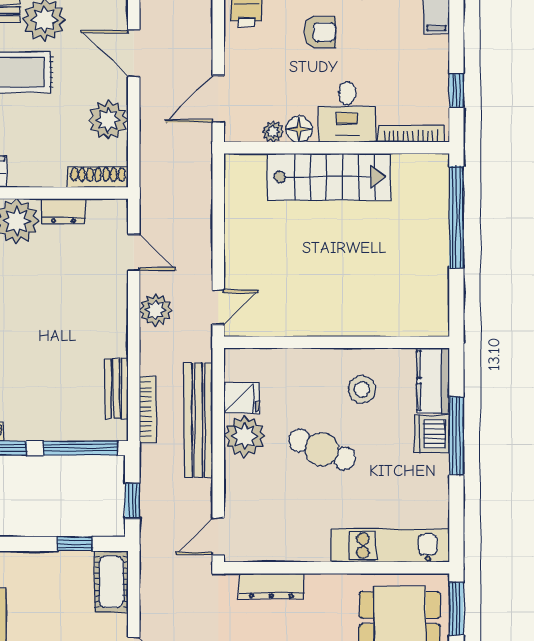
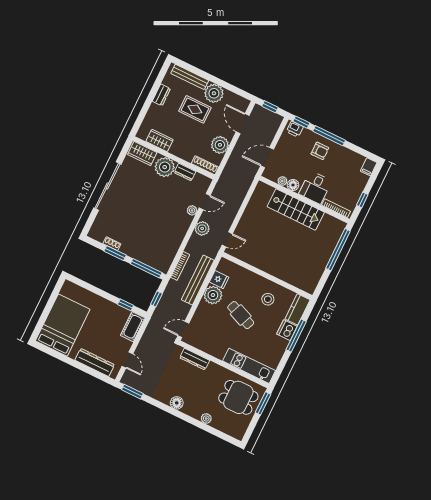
door: (134, 252) -> (205, 202), hinge flipped
plant: (117, 283) -> (192, 210), added
bench: (117, 389) -> (172, 252), removed

